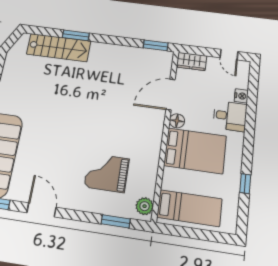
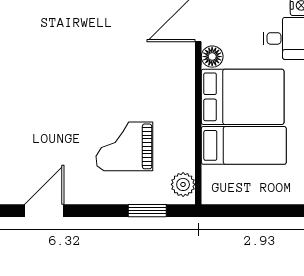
bed: (189, 208) -> (244, 145), moved
door: (41, 210) -> (44, 211), hinge flipped

